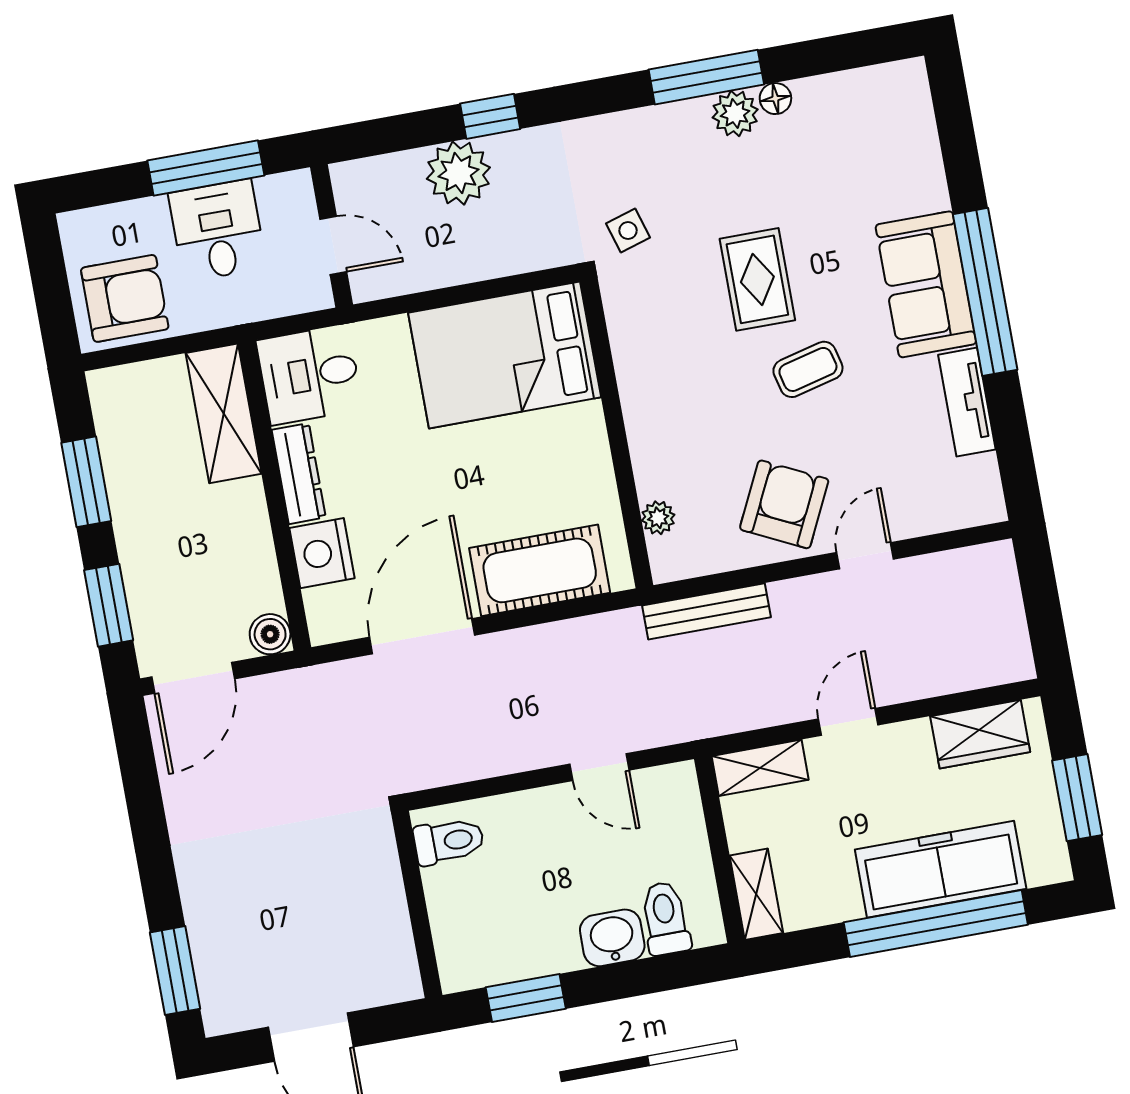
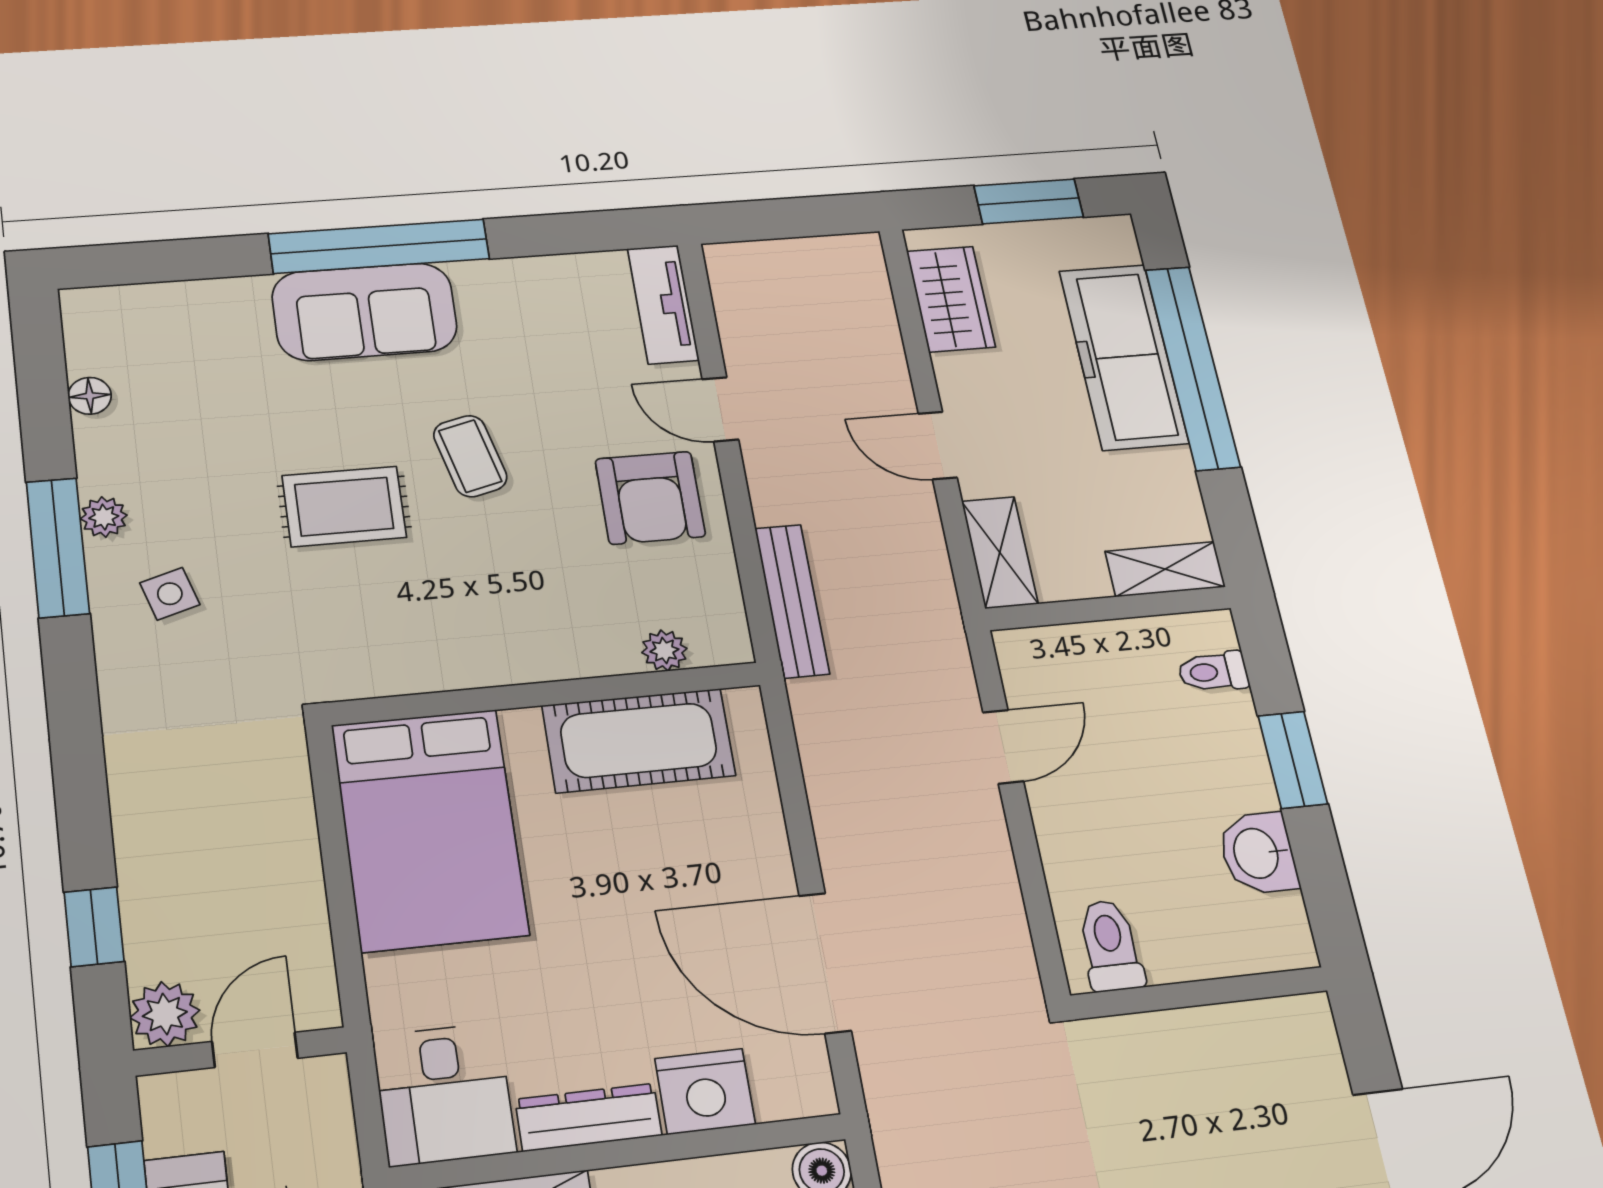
floor lamp: (775, 99) -> (90, 396), moved
plant: (735, 113) -> (104, 517), width x0.73, depth x0.73
window: (490, 116) -> (94, 927), moved
plant: (458, 173) -> (165, 1014), moved, width x0.73, depth x0.73
side table: (628, 231) -> (170, 594), moved
tv unit: (967, 402) -> (663, 304), moved, turned 90
armchair: (784, 504) -> (650, 498), turned -116
cot: (540, 570) -> (639, 740), moved, turned 90
toilet: (665, 918) -> (1213, 672), width x0.73, depth x0.72
washbasin: (612, 938) -> (1258, 853), moved
window: (526, 998) -> (1293, 760), moved

